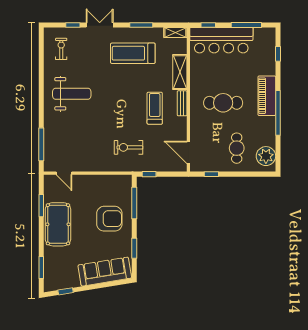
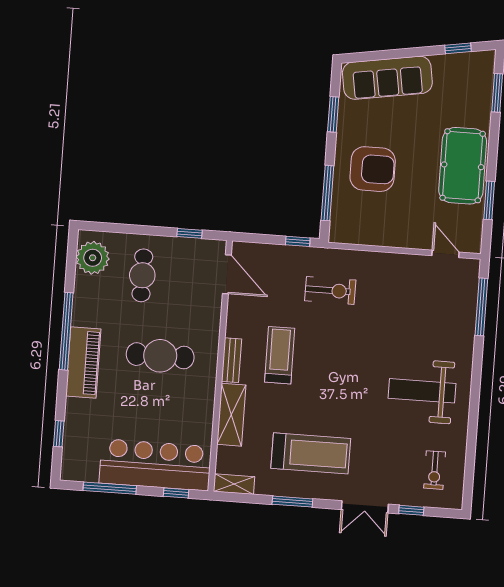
treadmill: (155, 108) -> (280, 355), turned 180
armchair: (109, 219) -> (373, 169), turned 180

